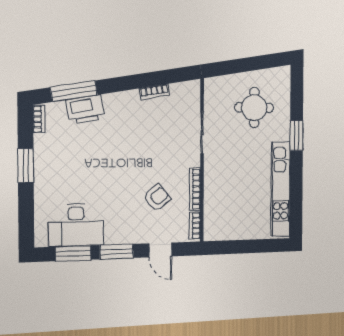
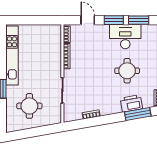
round table: (93, 166) -> (127, 71), added
armchair: (157, 198) -> (90, 51), removed
desk: (76, 225) -> (125, 37), moved

